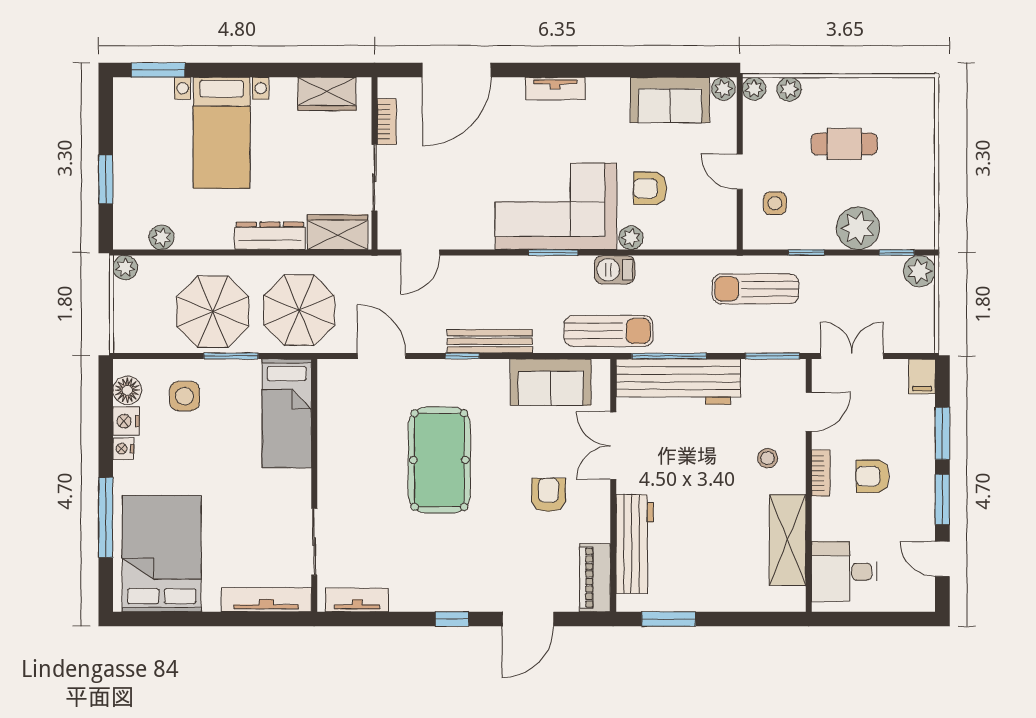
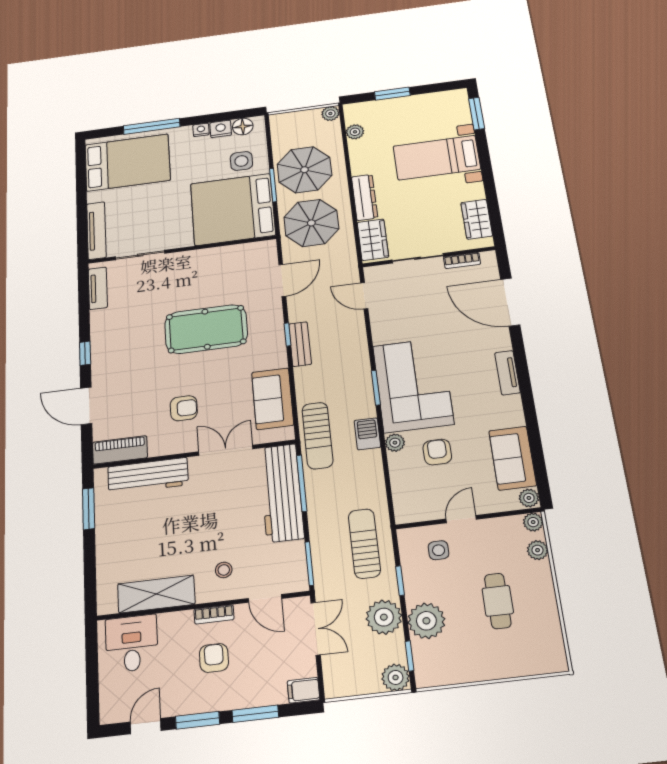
plant: (848, 276) -> (384, 617), added
bench: (490, 341) -> (300, 344), width x0.73
bed: (287, 413) -> (233, 209), width x2.04

